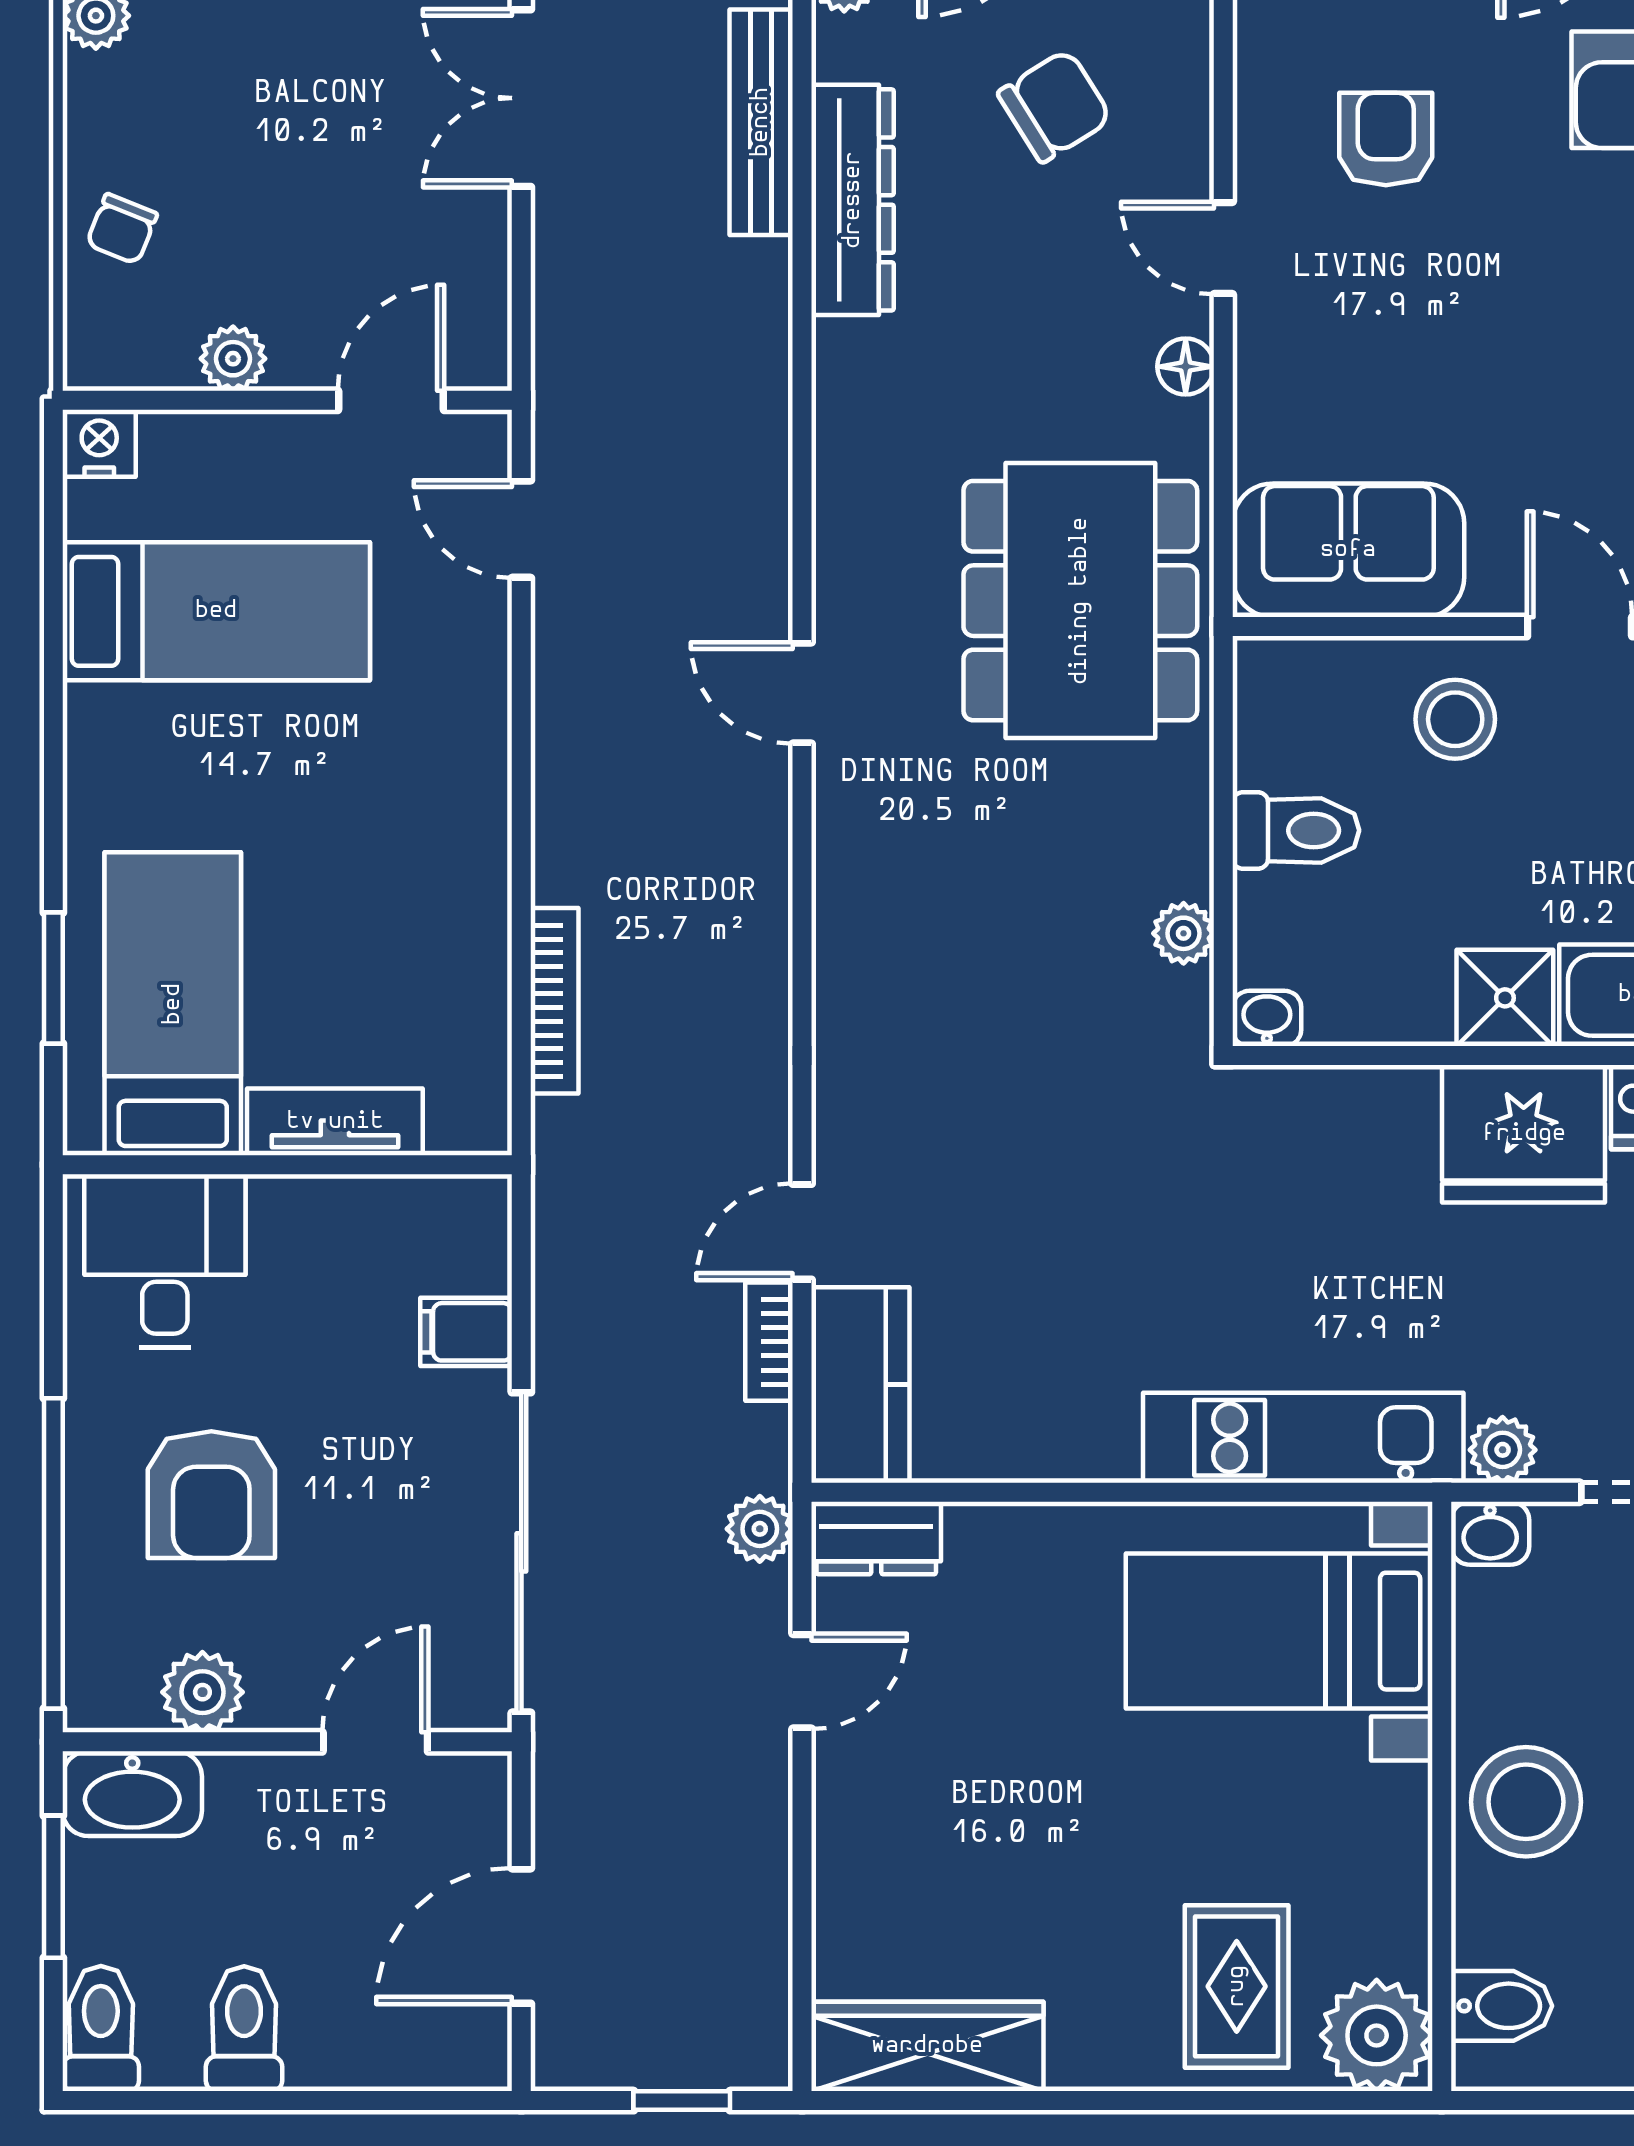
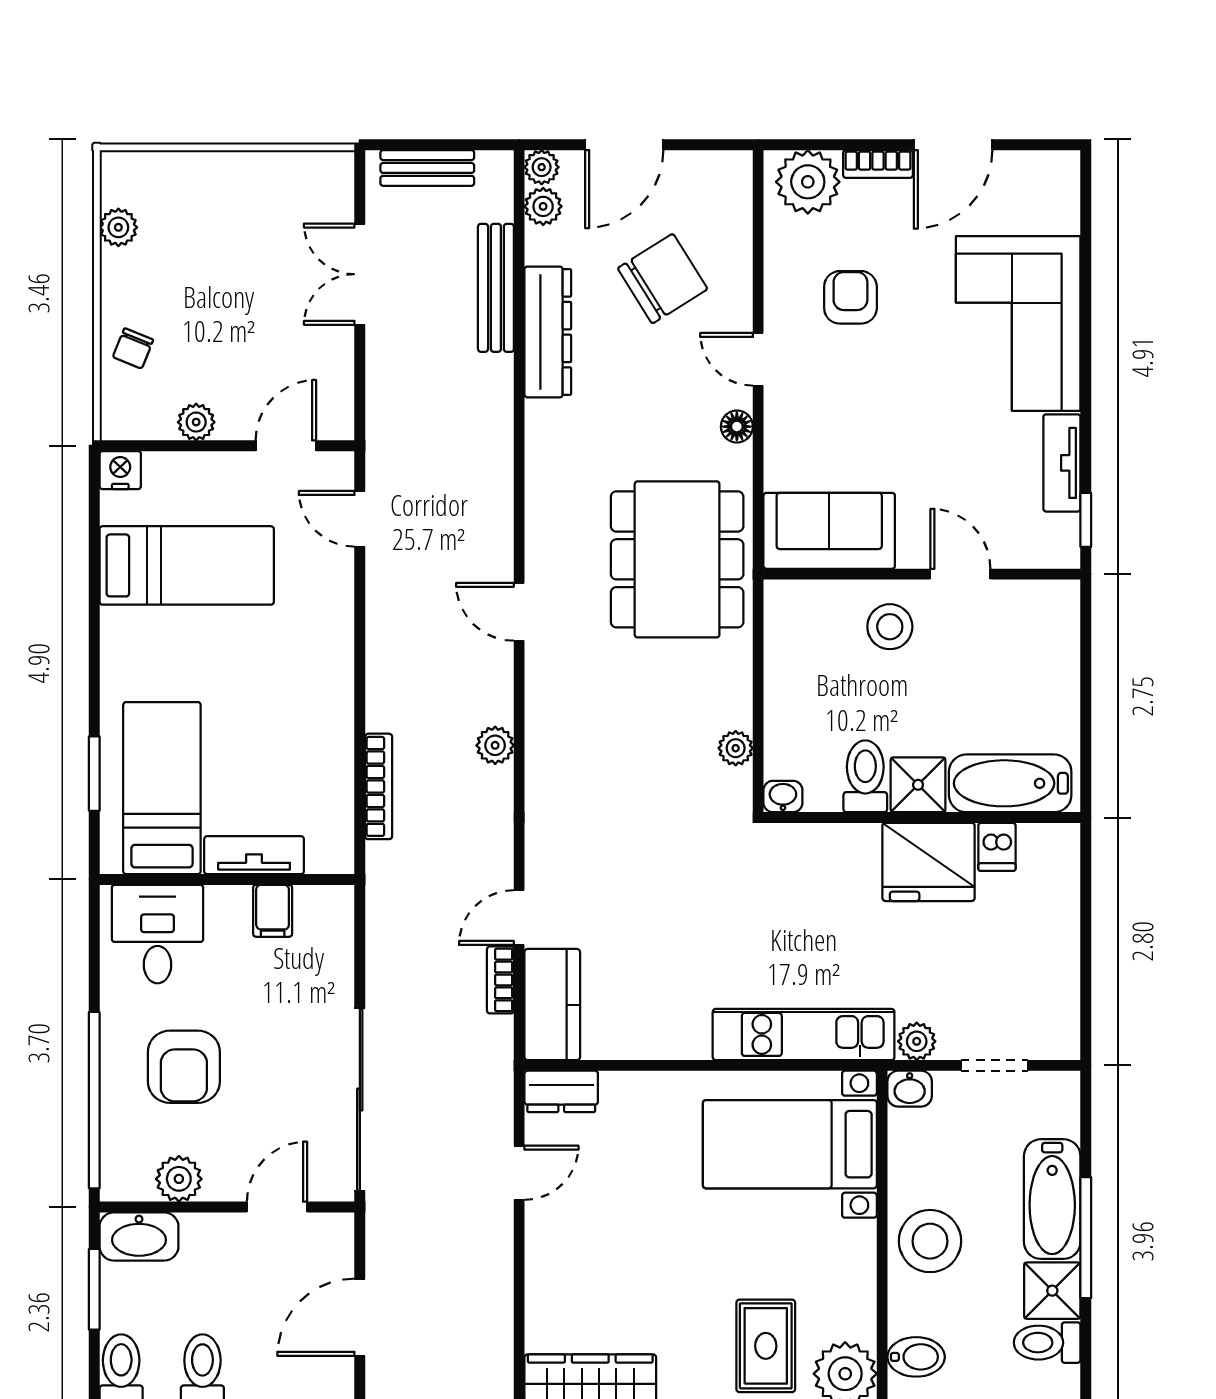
chair: (1055, 106) -> (663, 279), width x1.37, depth x1.37
toilet: (1296, 830) -> (865, 776), moved, turned -90
filing cabinet: (466, 1332) -> (273, 911), moved, turned -90
plant: (760, 1529) -> (495, 745), moved

